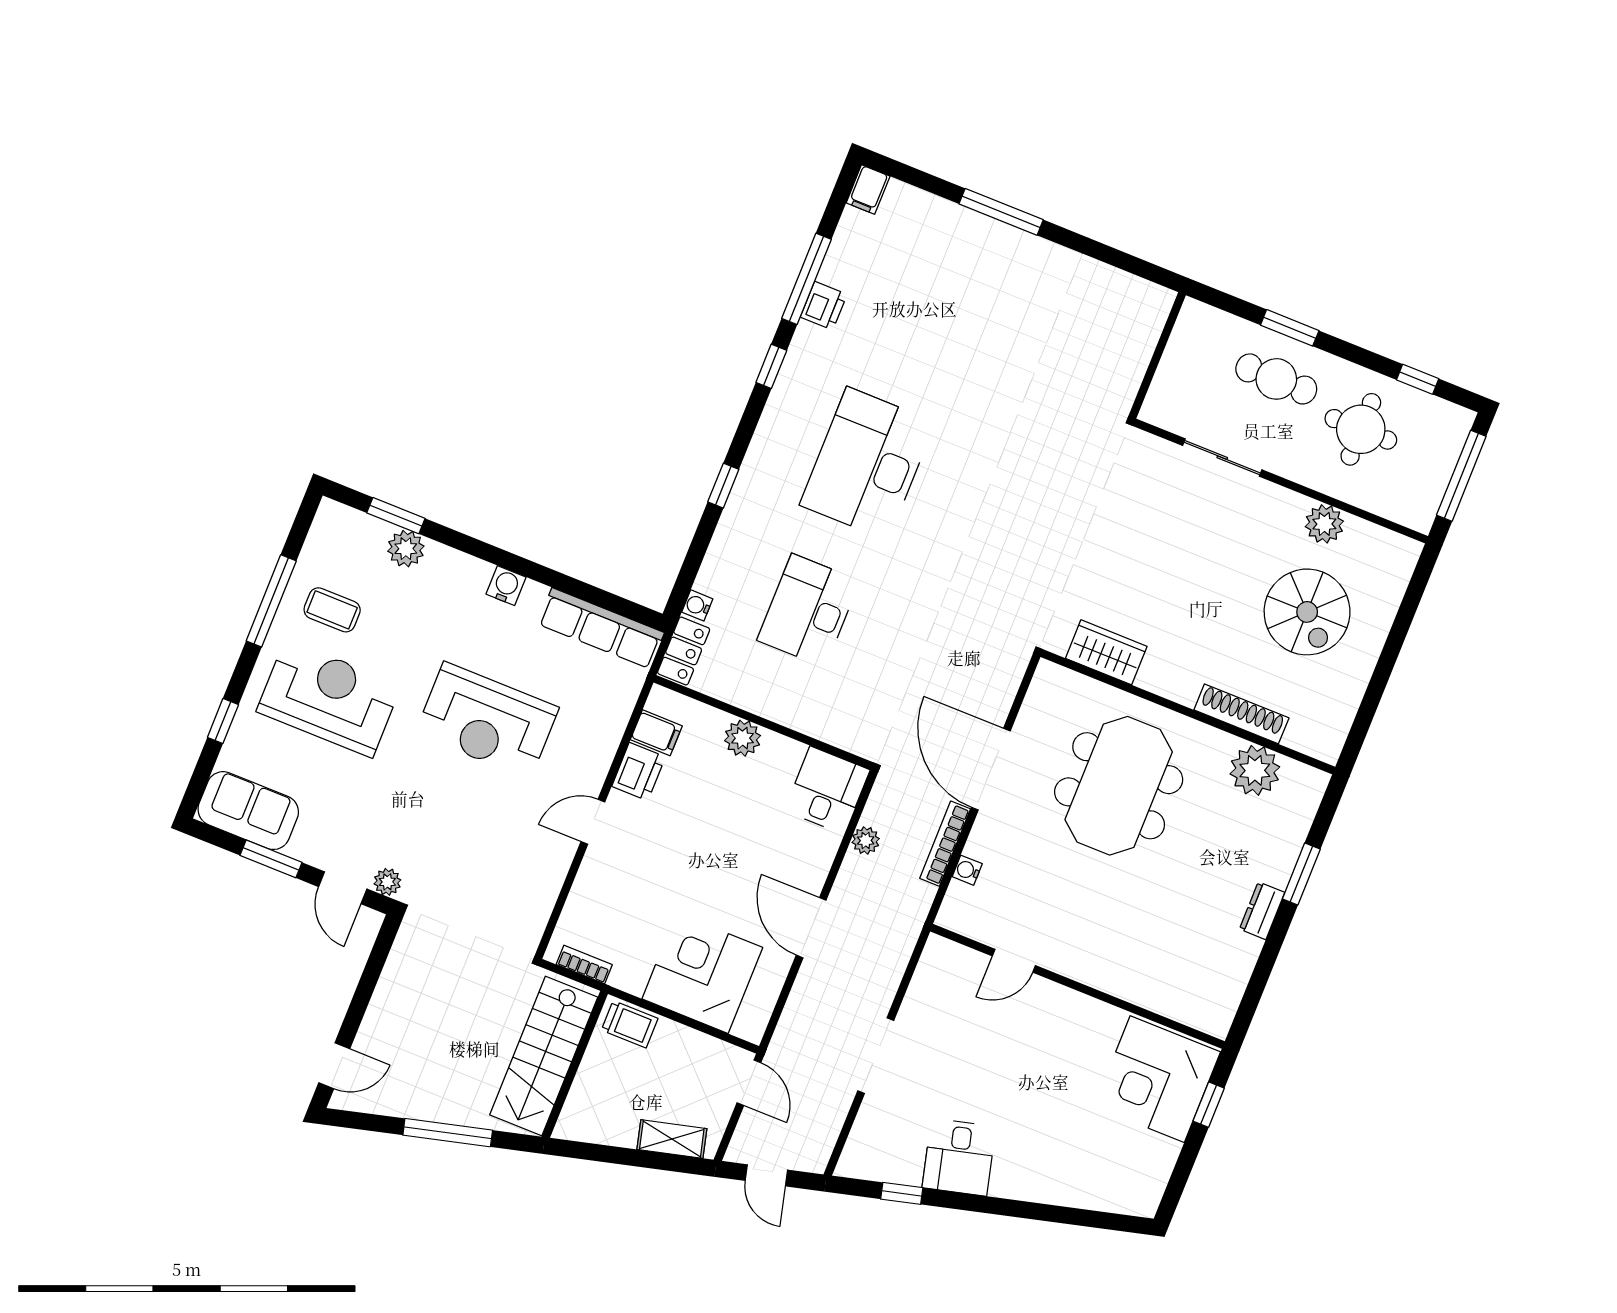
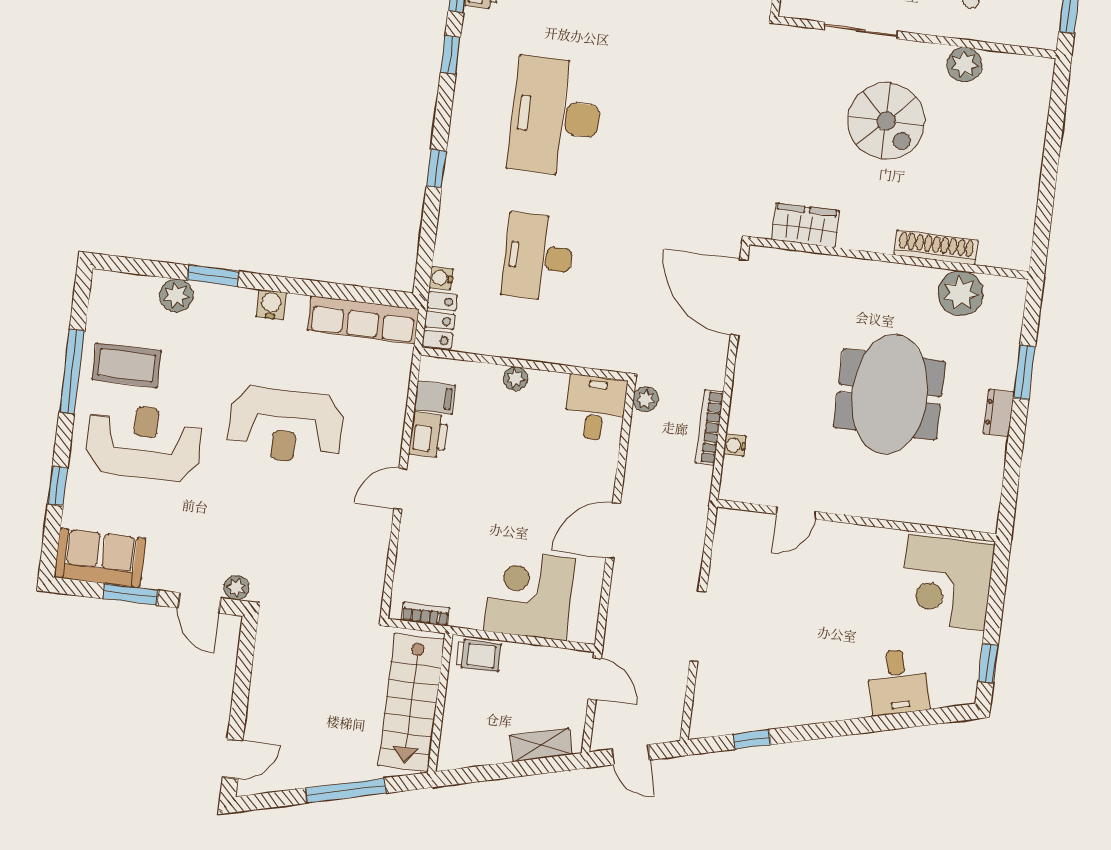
window: (396, 516) -> (213, 276), moved
coffee table: (332, 610) -> (127, 365), width x1.36, depth x1.30
spiral stairs: (1307, 612) -> (886, 121), moved
plant: (743, 738) -> (516, 379), width x0.73, depth x0.73
door: (991, 769) -> (739, 297), moved
meeting table: (1119, 786) -> (890, 394), moved
plant: (866, 841) -> (646, 399), moved
door: (811, 928) -> (613, 531), hinge flipped
window: (1209, 1105) -> (988, 663), moved
desk: (959, 1157) -> (898, 682), moved

